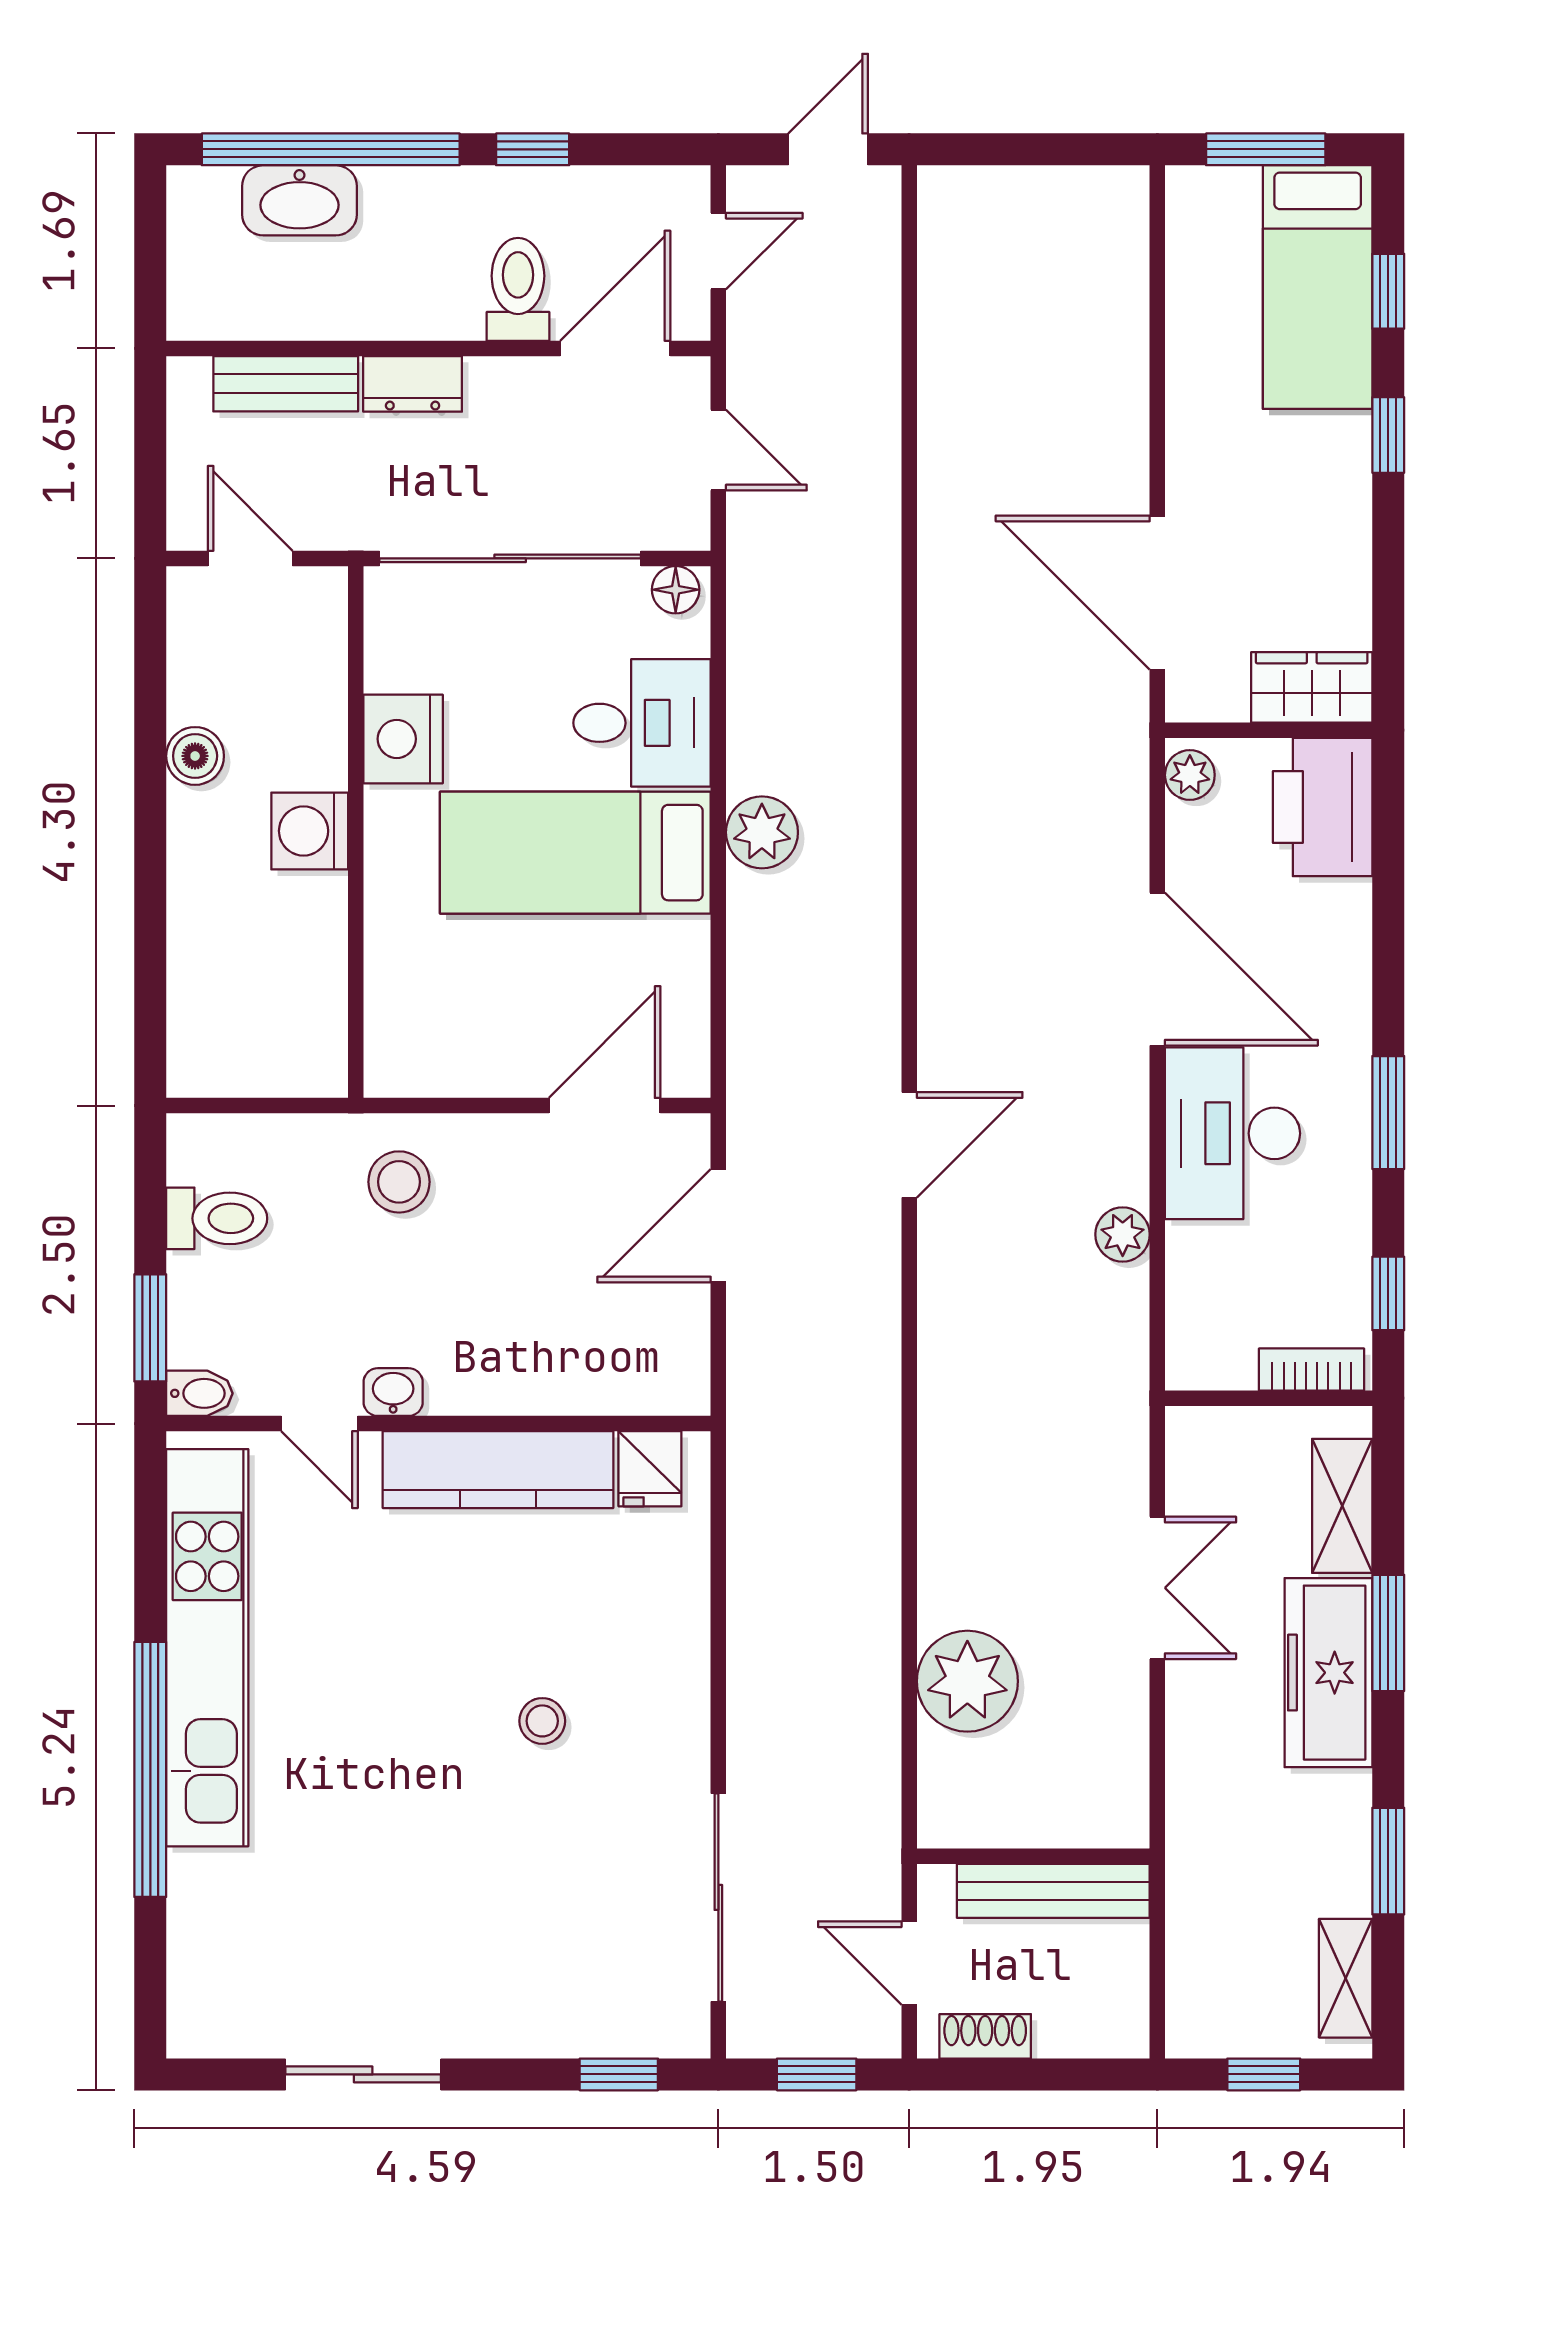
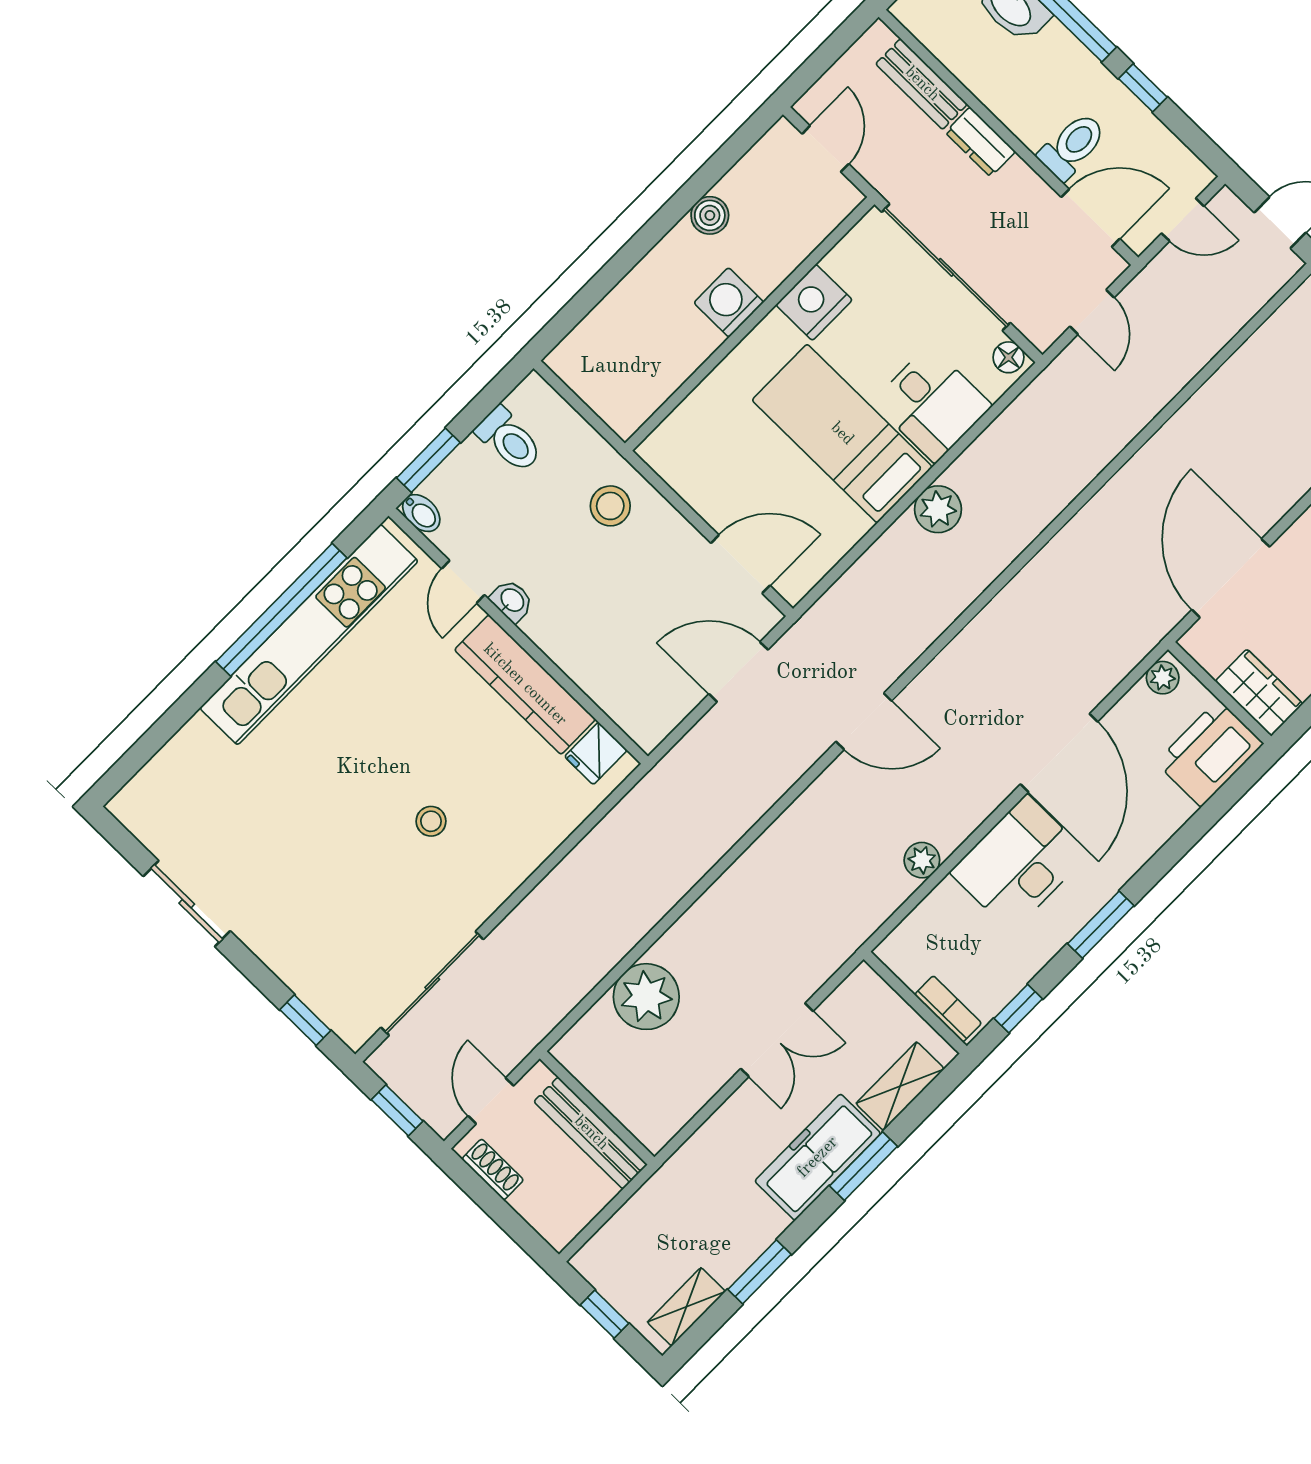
window: (150, 1769) -> (281, 610), moved

